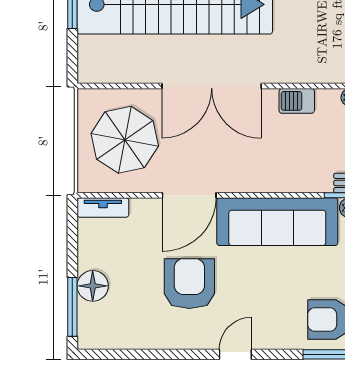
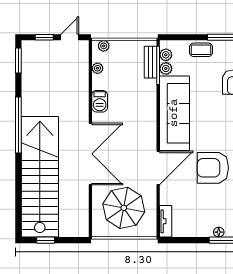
door: (189, 195) -> (158, 168), hinge flipped
floor lamp: (93, 286) -> (219, 232), width x0.53, depth x0.53

